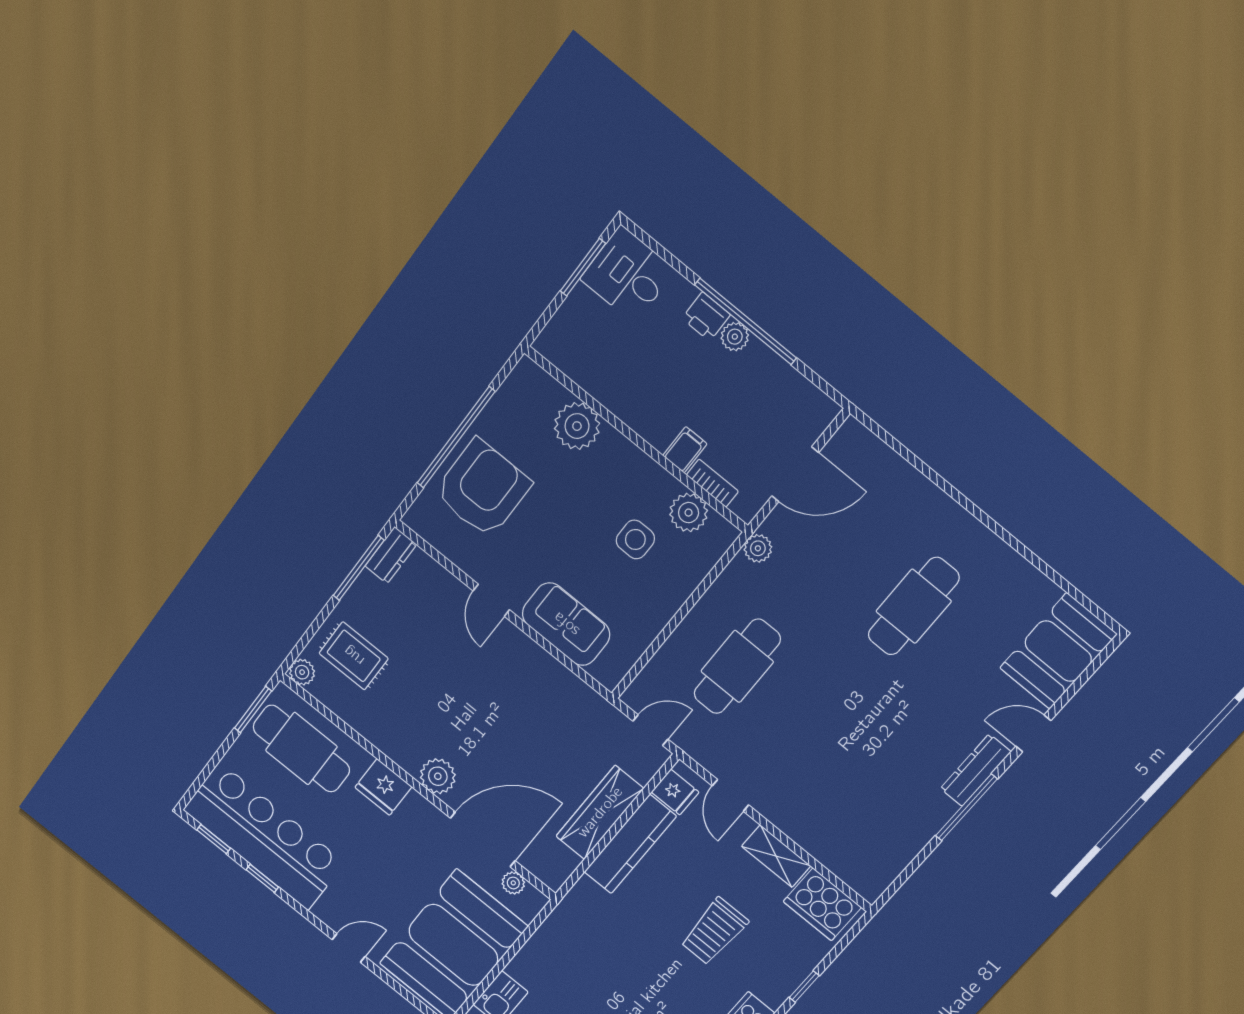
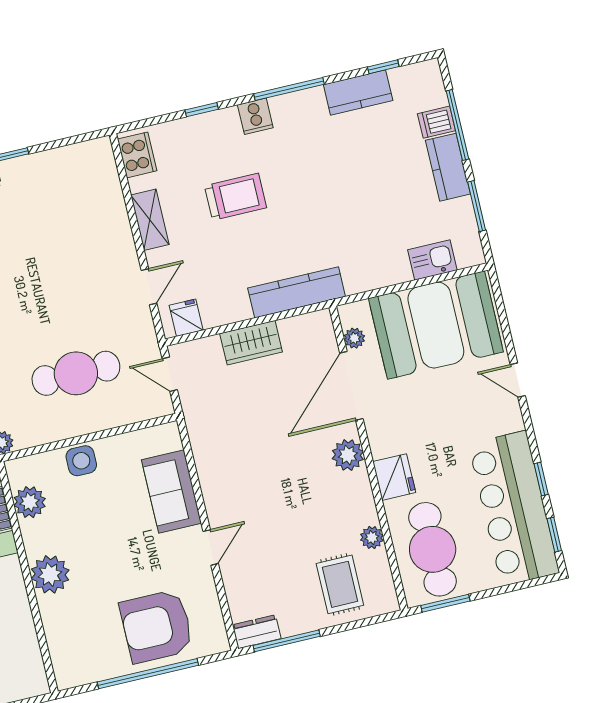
plant: (577, 426) -> (50, 574), moved
side table: (635, 539) -> (81, 461), moved
plant: (302, 672) -> (372, 538), moved
wardrobe: (600, 812) -> (251, 343), width x0.67
door: (483, 839) -> (351, 386), hinge flipped
kitchen counter: (630, 844) -> (297, 292), moved
cooker: (822, 904) -> (137, 155), width x0.73, depth x0.76

